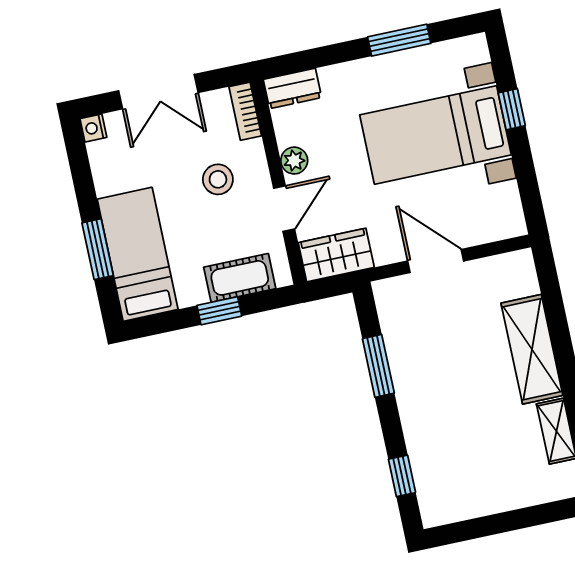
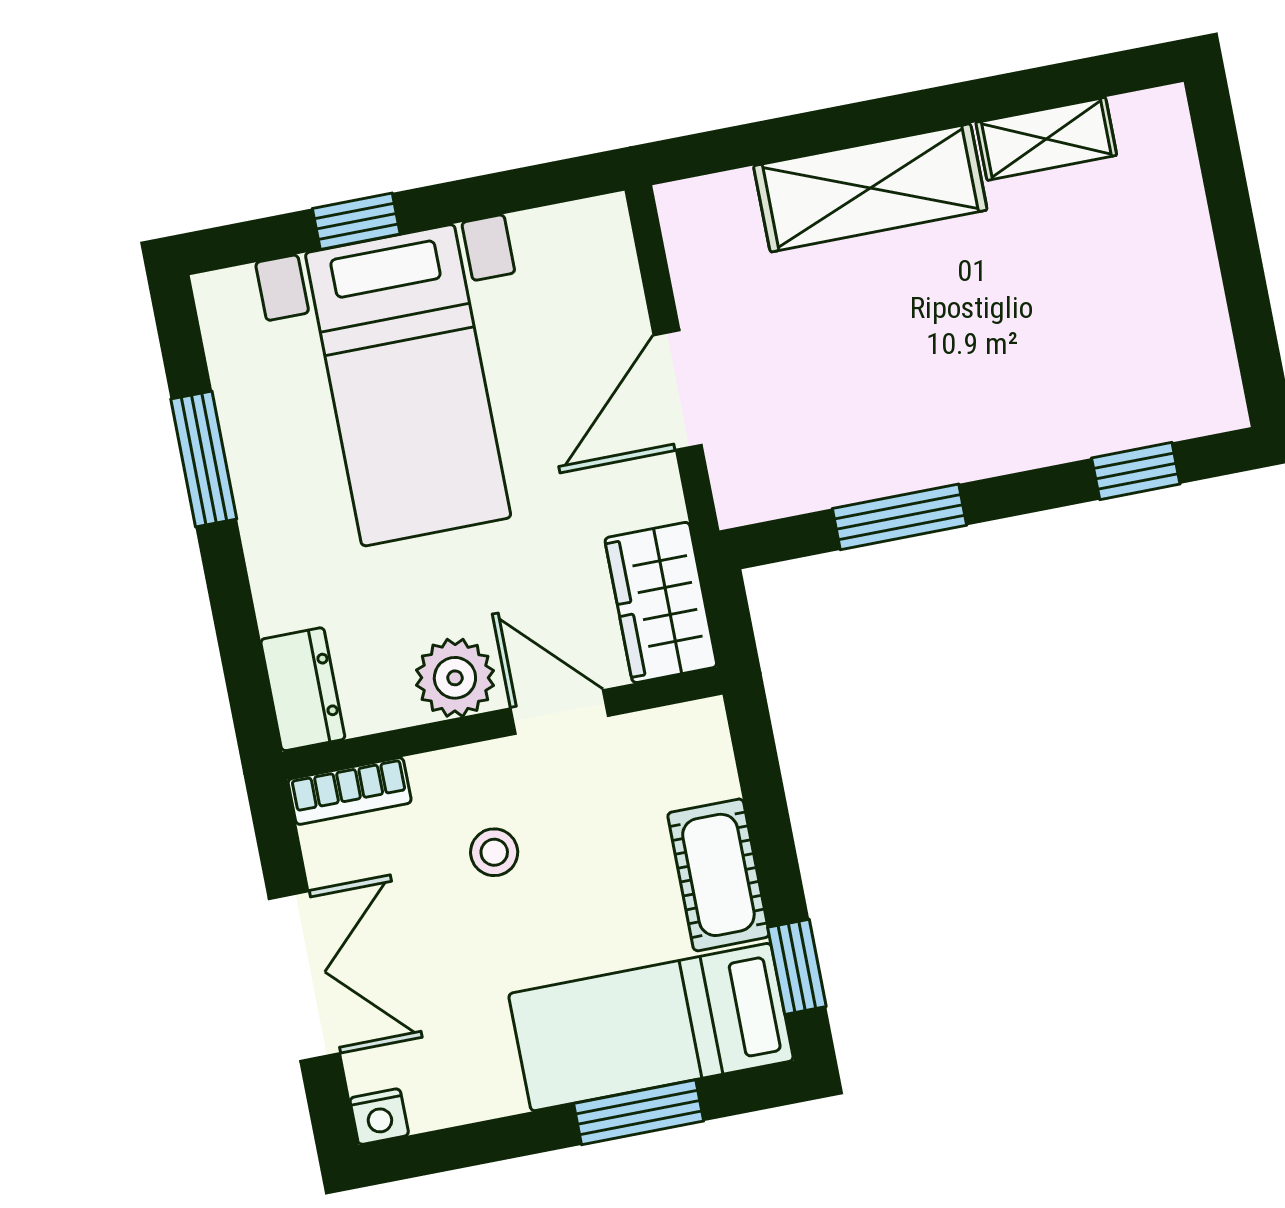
plant: (294, 161) -> (455, 678), width x1.38, depth x1.38
stool: (218, 179) -> (494, 852), width x0.73, depth x0.73
cot: (240, 278) -> (718, 875), moved
window: (219, 311) -> (797, 967), moved

